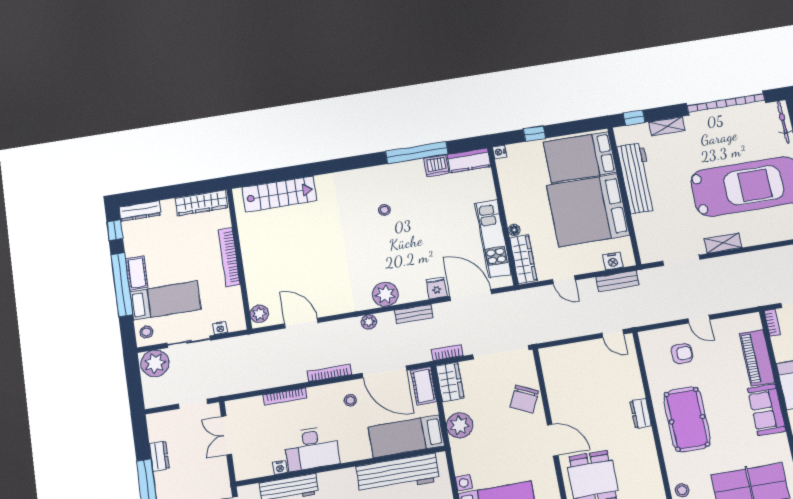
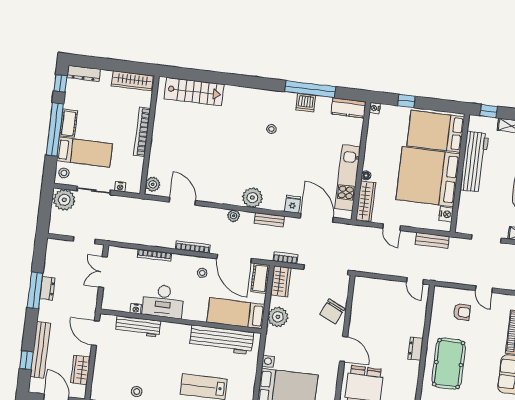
dishwasher: (436, 166) -> (306, 103), moved
nightstand: (613, 261) -> (446, 214), moved, turned -90
dresser: (159, 456) -> (47, 288), moved

